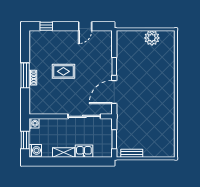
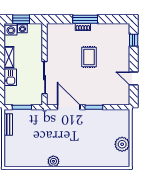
plant: (169, 107) -> (53, 161), added
washing machine: (34, 123) -> (22, 28), moved

